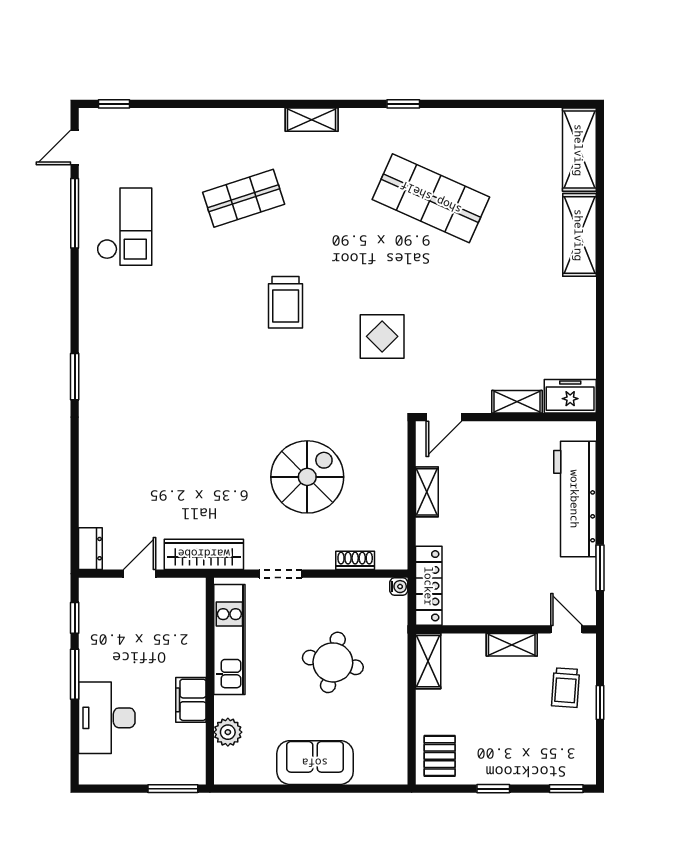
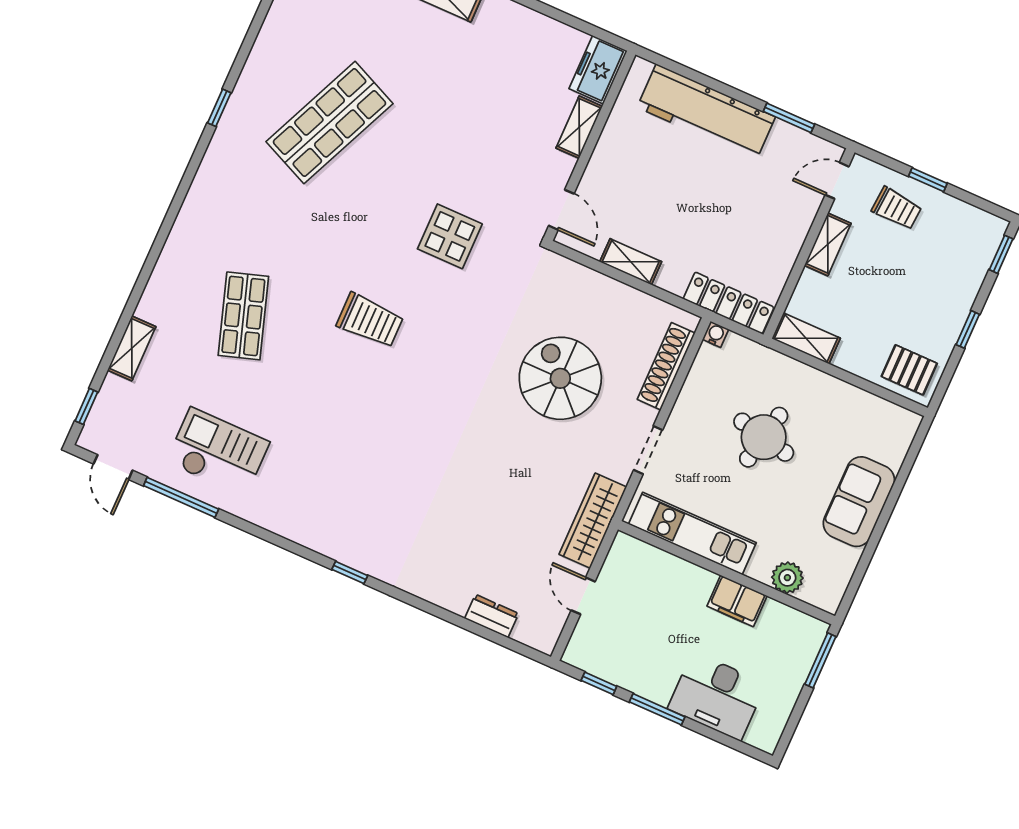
shelving: (312, 120) -> (132, 348), moved
window: (75, 377) -> (350, 572), width x0.67
dresser: (90, 549) -> (492, 616), moved
shoe rack: (355, 560) -> (666, 366), width x1.94, depth x1.24

